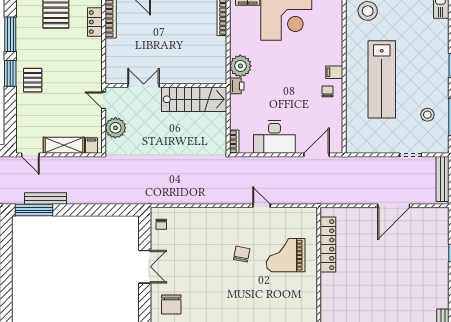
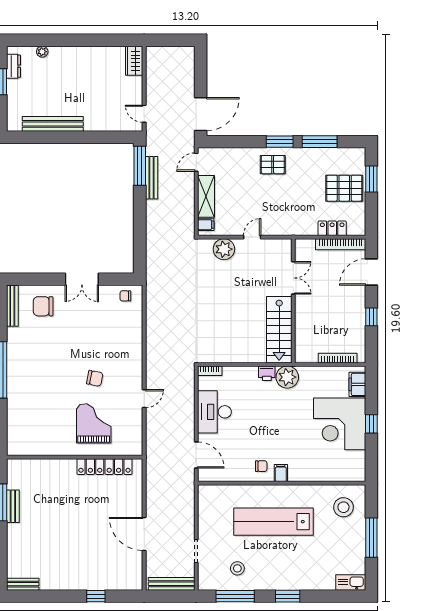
double door: (144, 86) -> (293, 278), moved
wall: (166, 86) -> (293, 301), moved
stairs: (194, 99) -> (279, 330), moved

